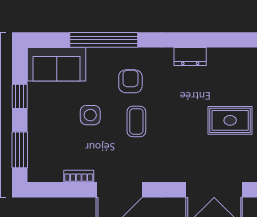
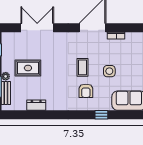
window: (104, 40) -> (101, 115), width x0.32
dresser: (190, 57) -> (36, 105), moved

